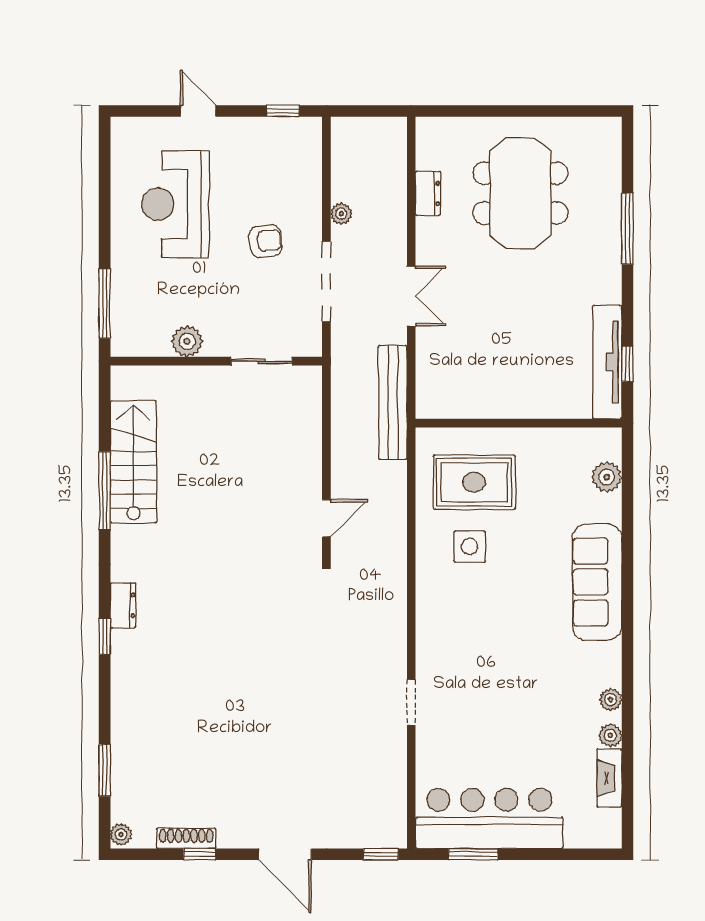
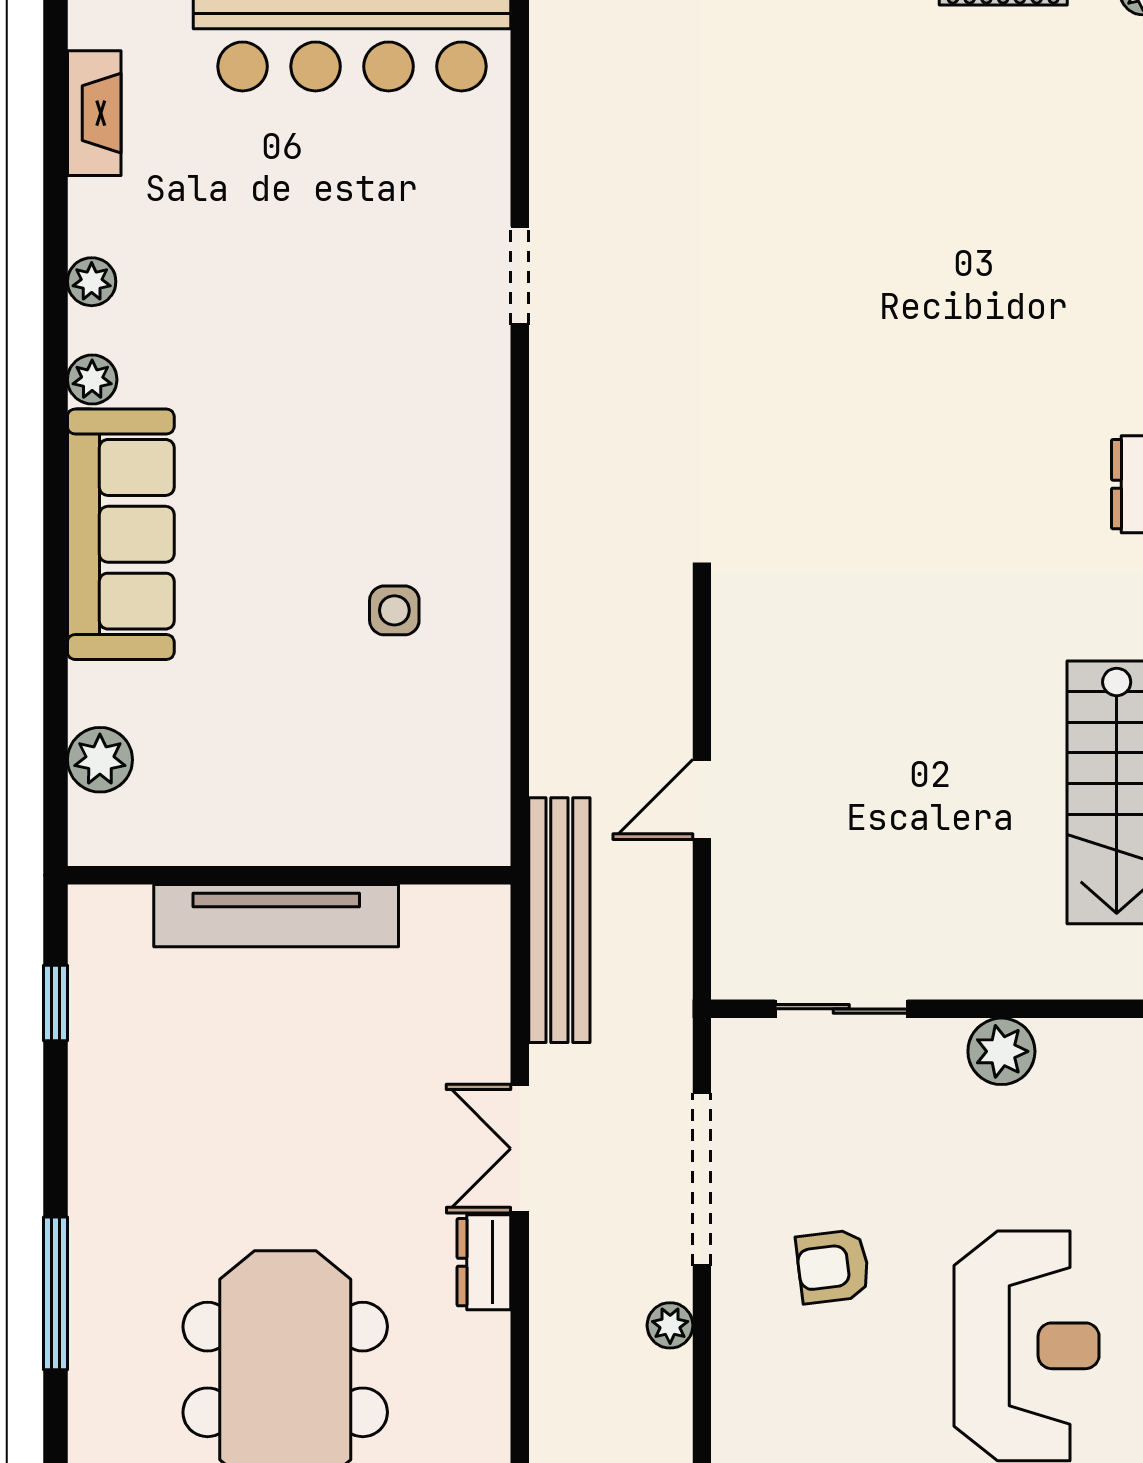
dresser: (428, 193) -> (484, 1262), moved
tv unit: (607, 362) -> (276, 916), moved, turned 90
rug: (474, 482) -> (385, 749), removed
door: (326, 518) -> (702, 799), moved
side table: (470, 547) -> (394, 610), width x0.73, depth x0.73
plant: (610, 735) -> (92, 380), moved

